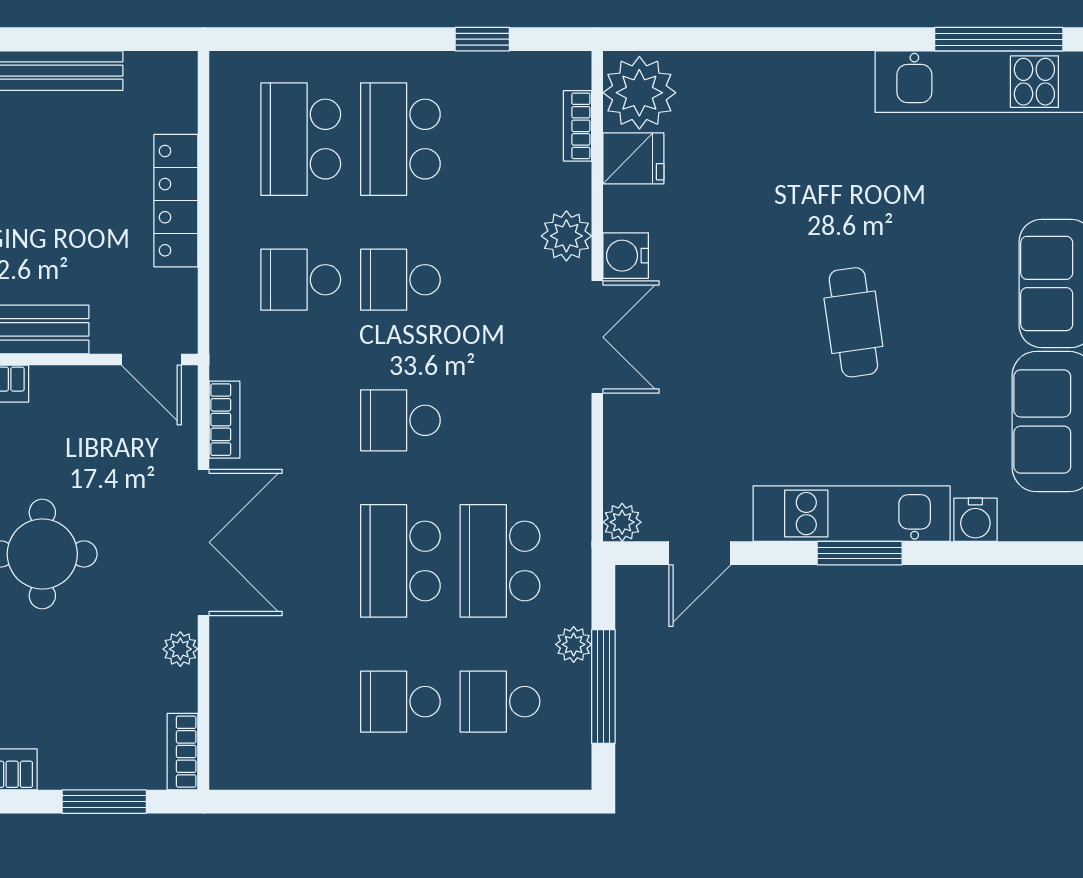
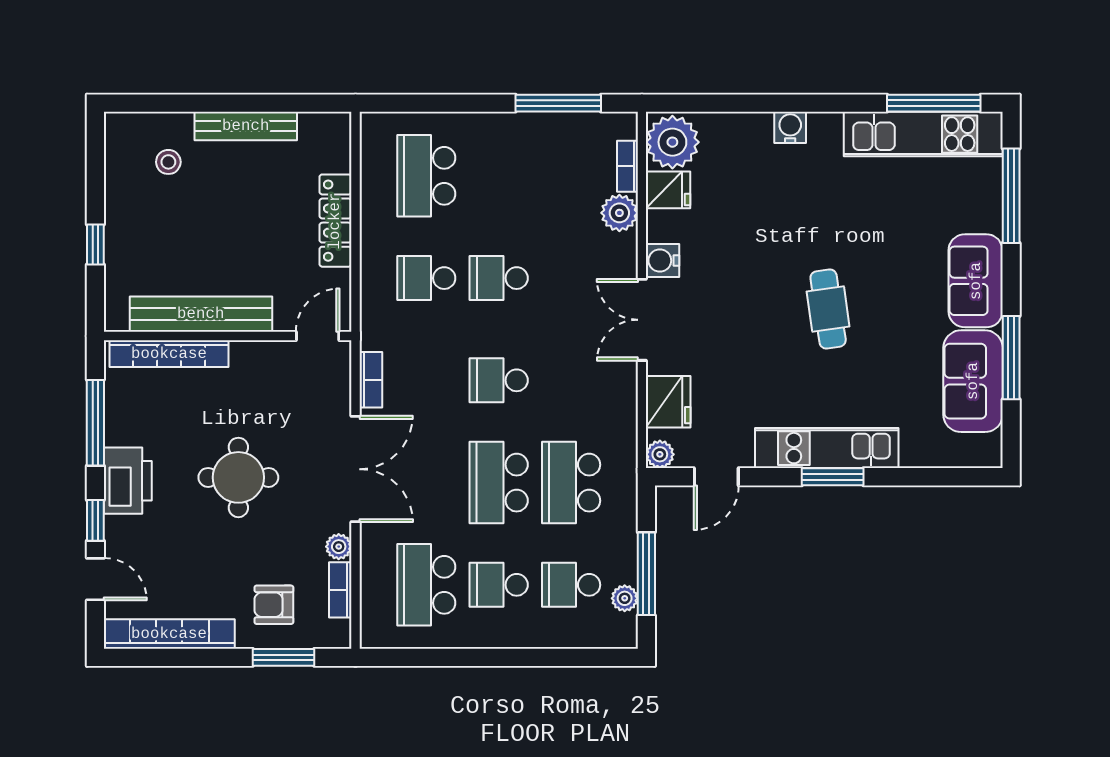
window: (482, 39) -> (558, 103), width x2.17
school desk: (400, 139) -> (426, 585), moved
plant: (566, 236) -> (619, 213), moved
double door: (597, 337) -> (642, 320), swing flipped
door: (151, 359) -> (318, 336), swing flipped
fridge: (634, 450) -> (668, 402), added
water cooler: (975, 520) -> (790, 127), moved, turned 180
plant: (574, 644) -> (625, 598), moved
armchair: (91, 729) -> (274, 605), added
bookcase: (183, 752) -> (340, 590), moved

